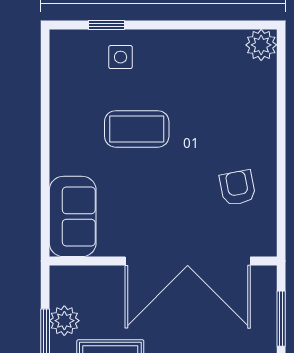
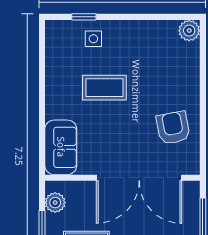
armchair: (238, 188) -> (173, 128), width x1.38, depth x1.38
plant: (64, 321) -> (55, 203), moved

